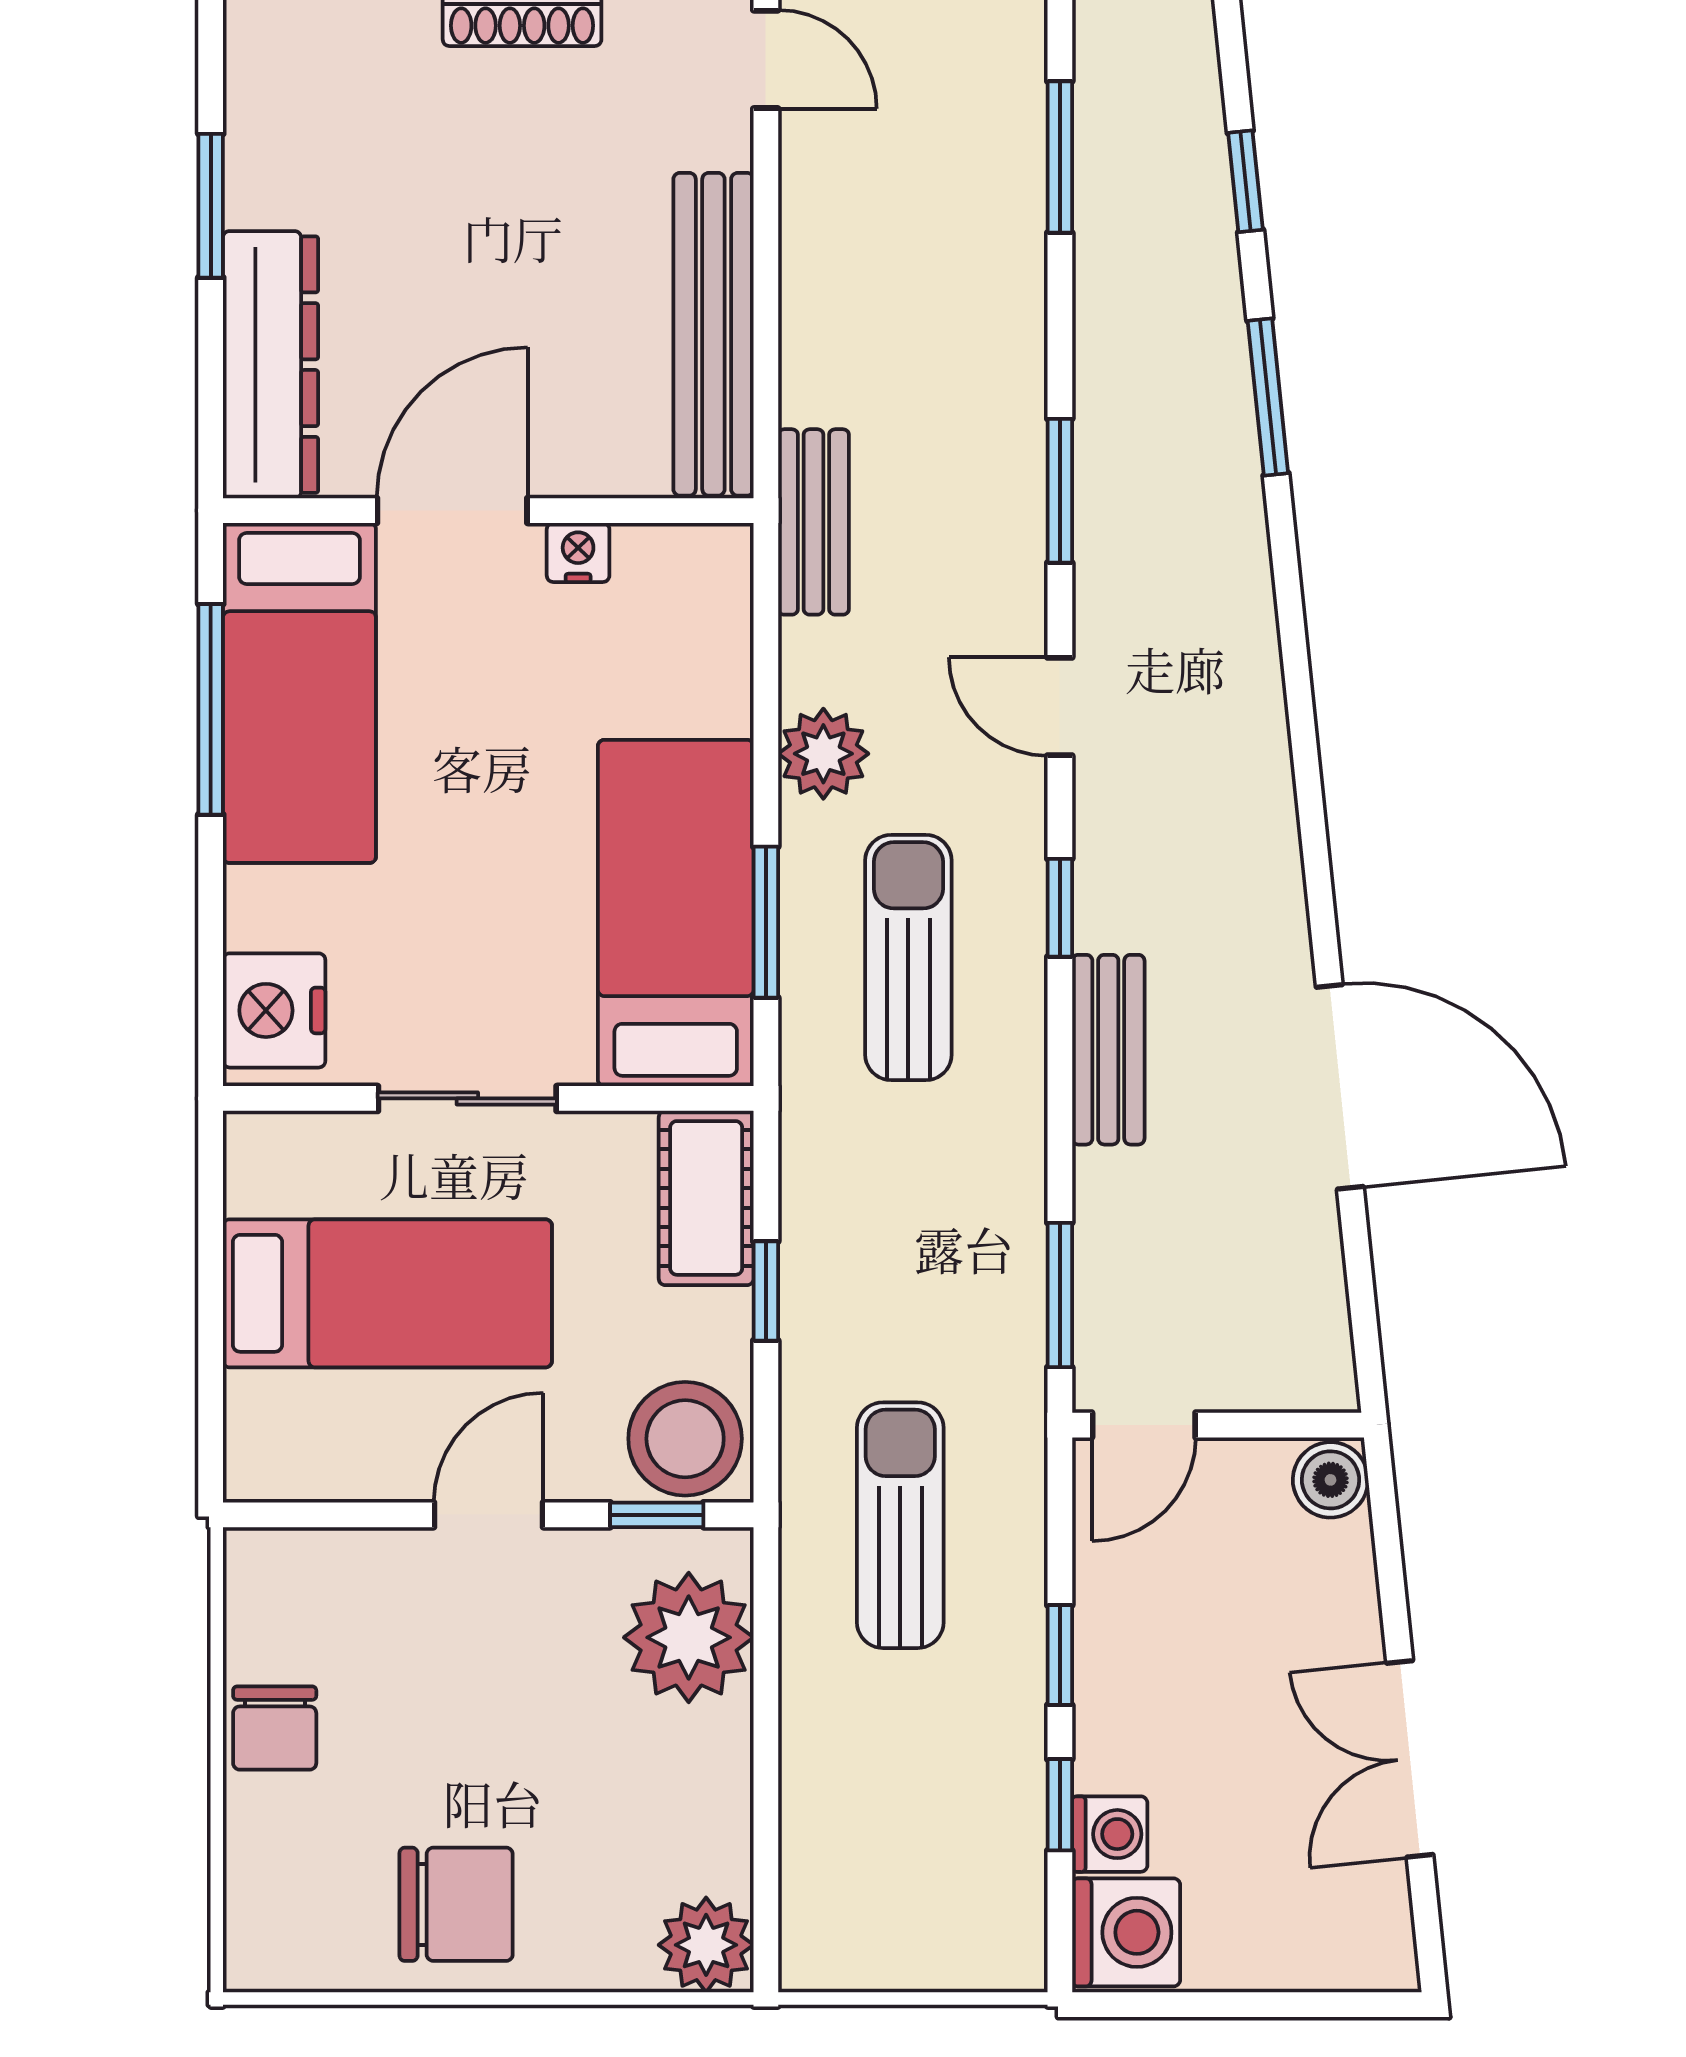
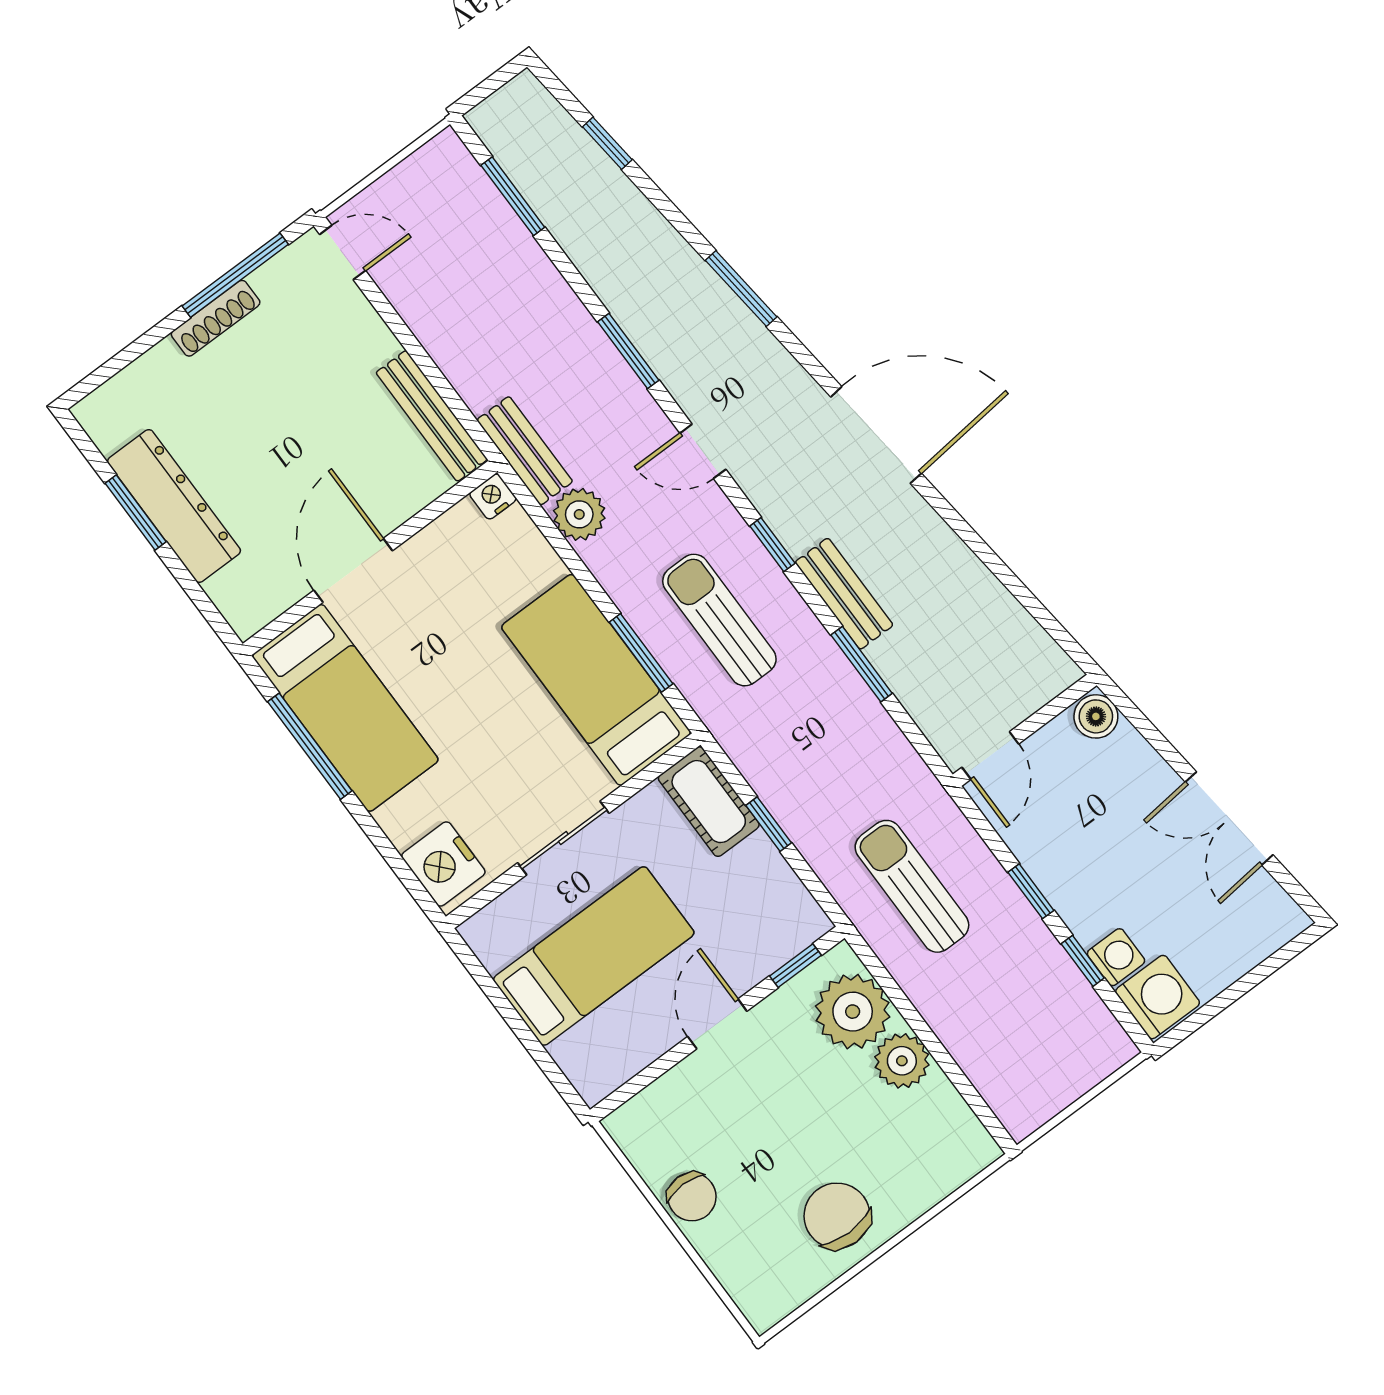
bench: (713, 334) -> (432, 416), width x0.73, depth x0.82
dresser: (271, 365) -> (174, 506), moved
window: (1268, 397) -> (741, 289), moved
nightstand: (578, 552) -> (493, 496), moved
plant: (823, 754) -> (579, 514), moved
door: (1340, 1087) -> (876, 435), moved
window: (1060, 1295) -> (862, 664), moved
stool: (685, 1439) -> (782, 921), removed
chair: (456, 1904) -> (837, 1216), turned -90
plant: (706, 1945) -> (902, 1061), moved

